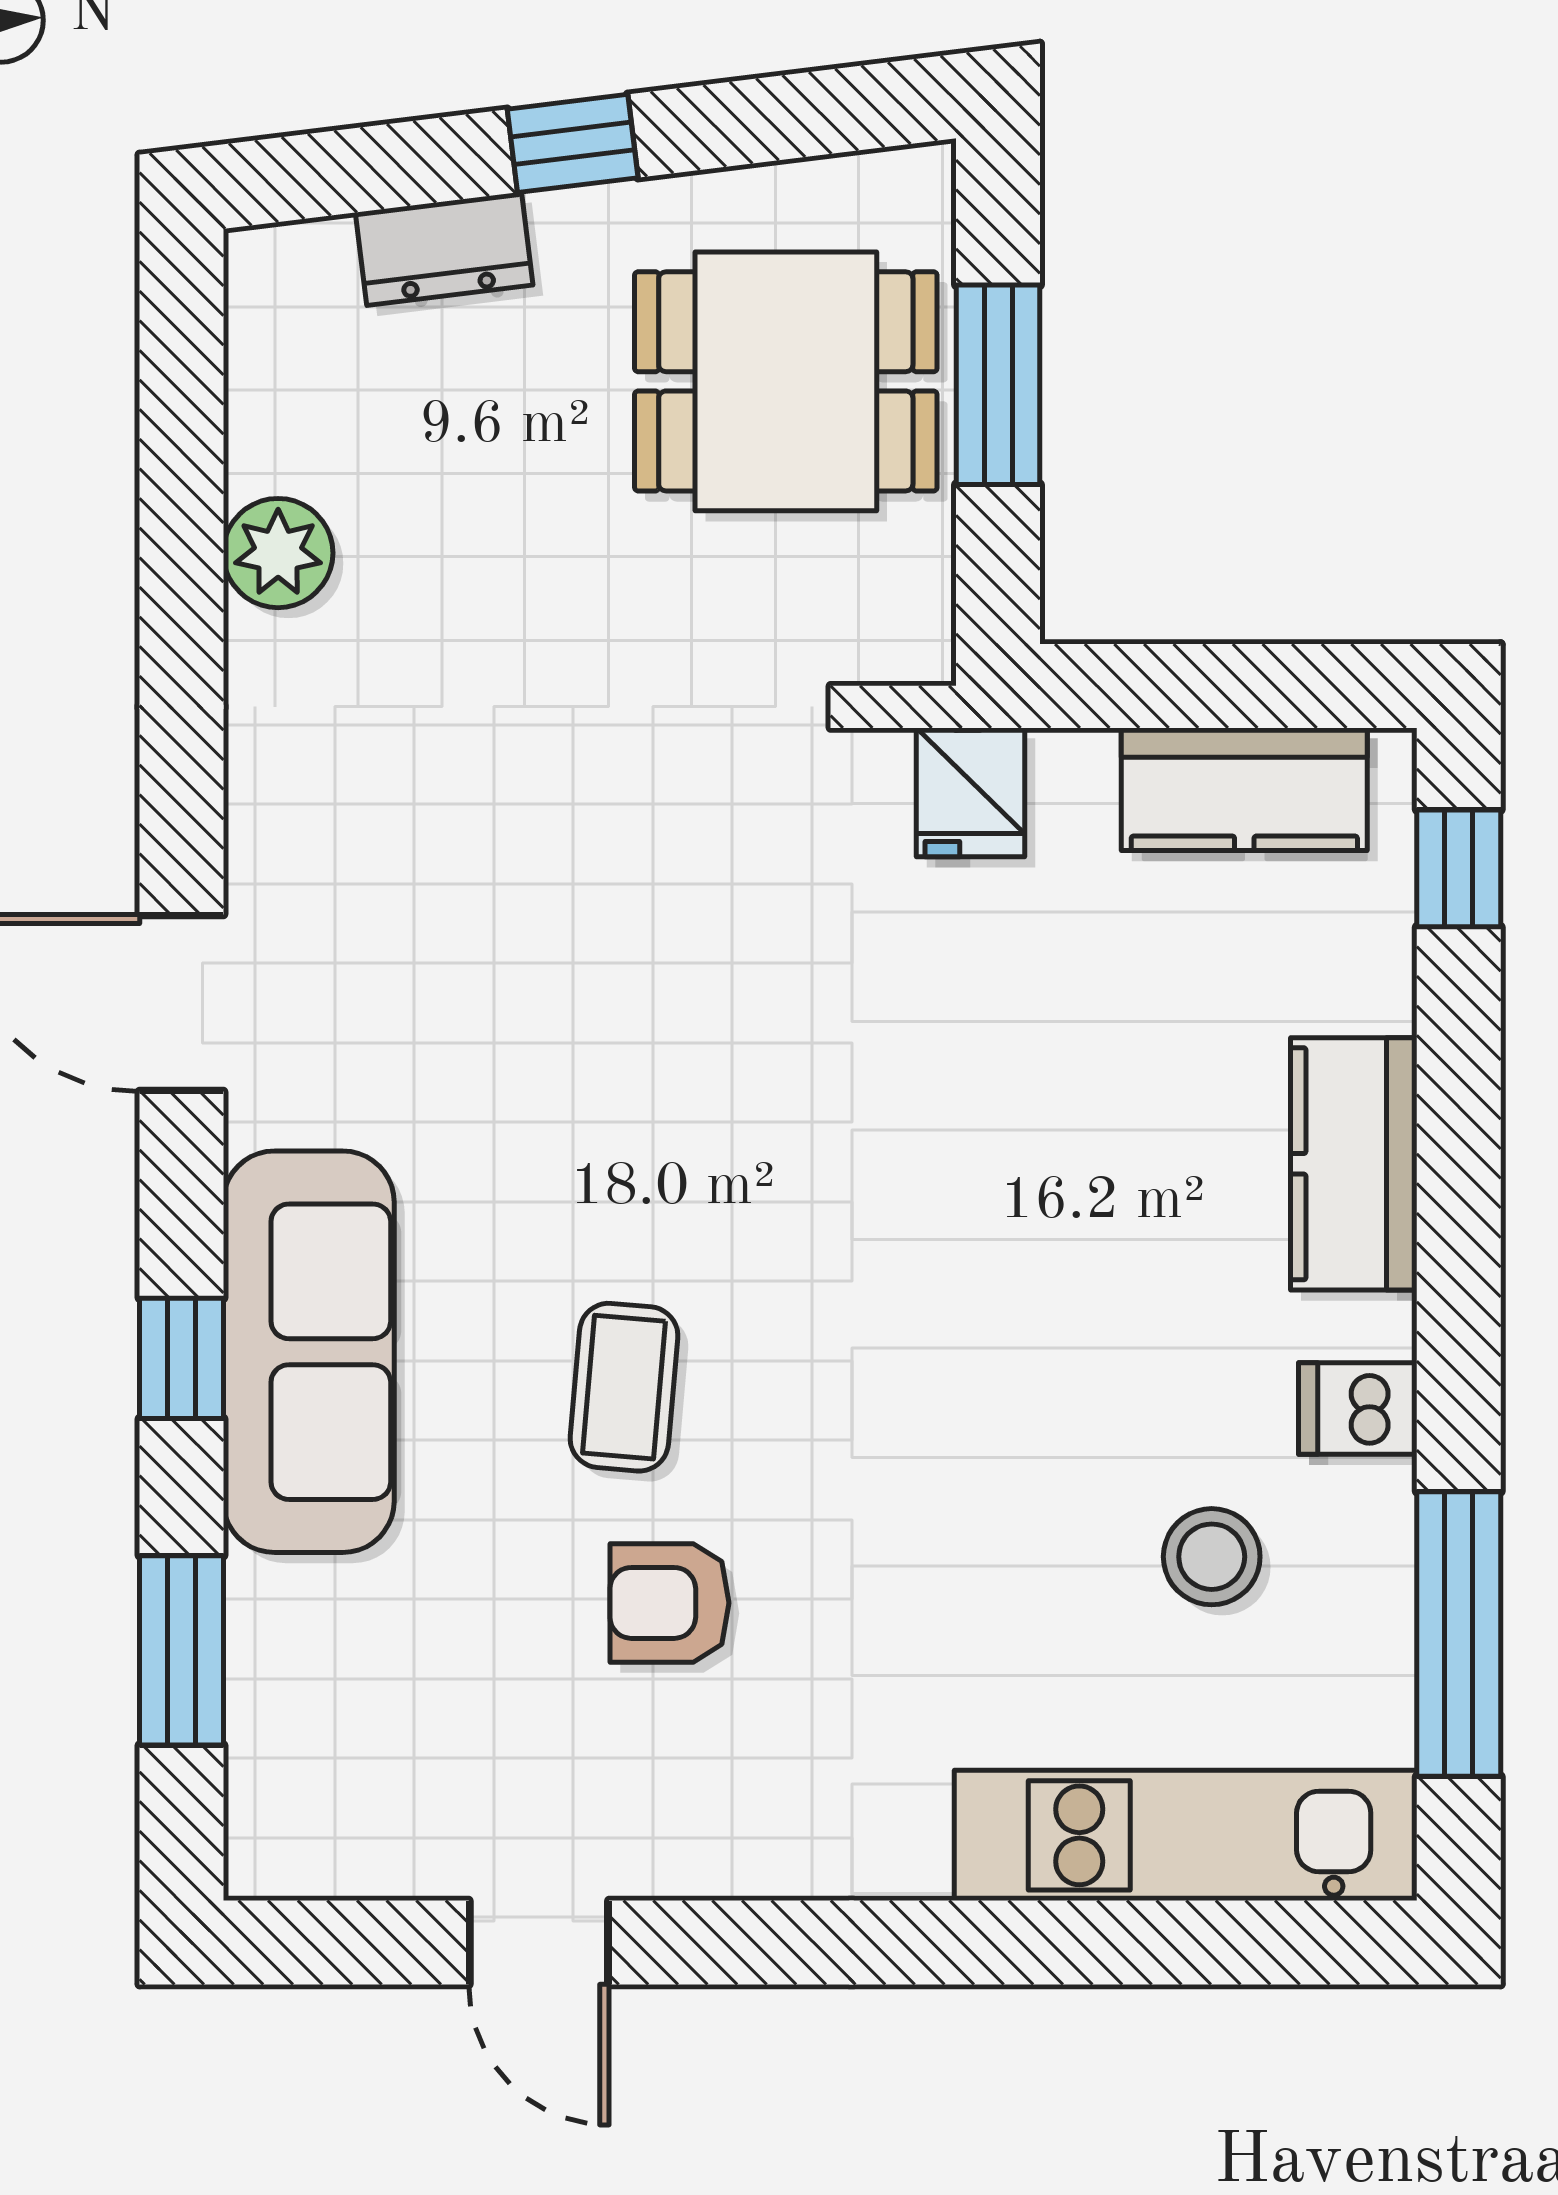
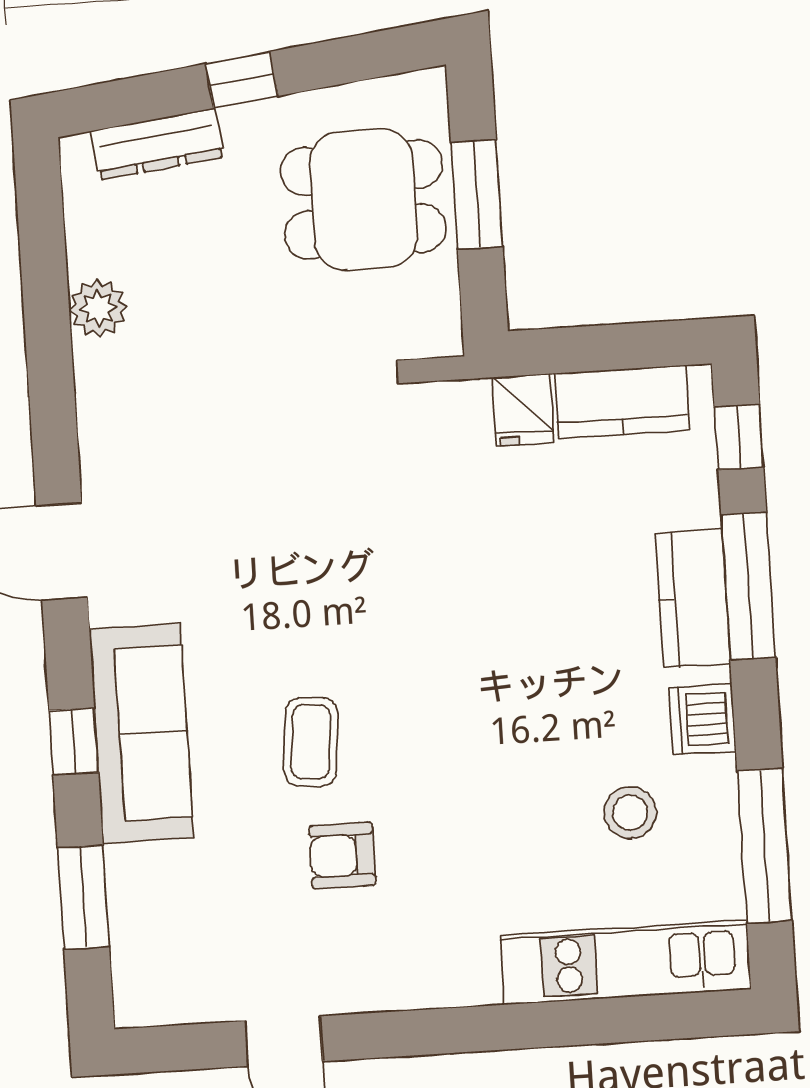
dresser: (444, 249) -> (157, 144), width x1.44
fridge: (971, 792) -> (523, 410), moved
window: (1459, 1148) -> (748, 586), added
dishwasher: (1358, 1408) -> (703, 719), width x1.38

